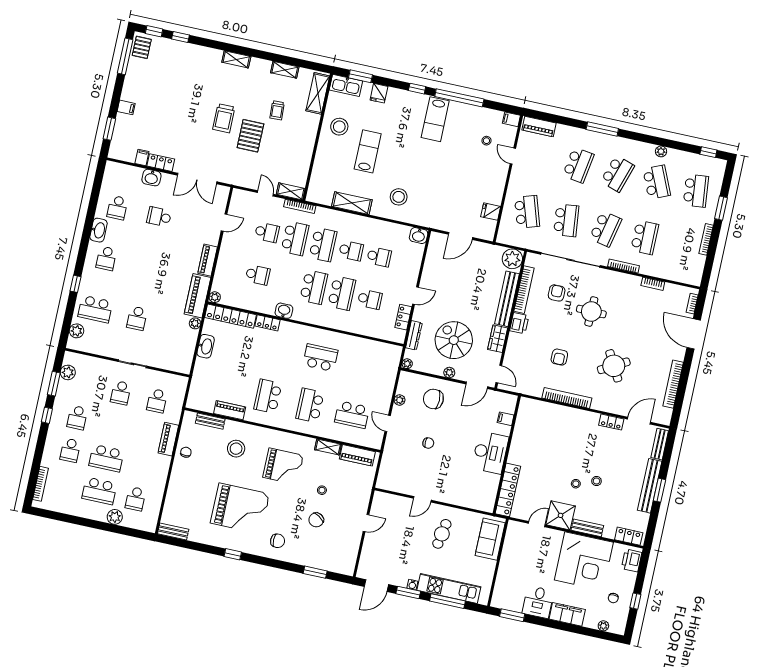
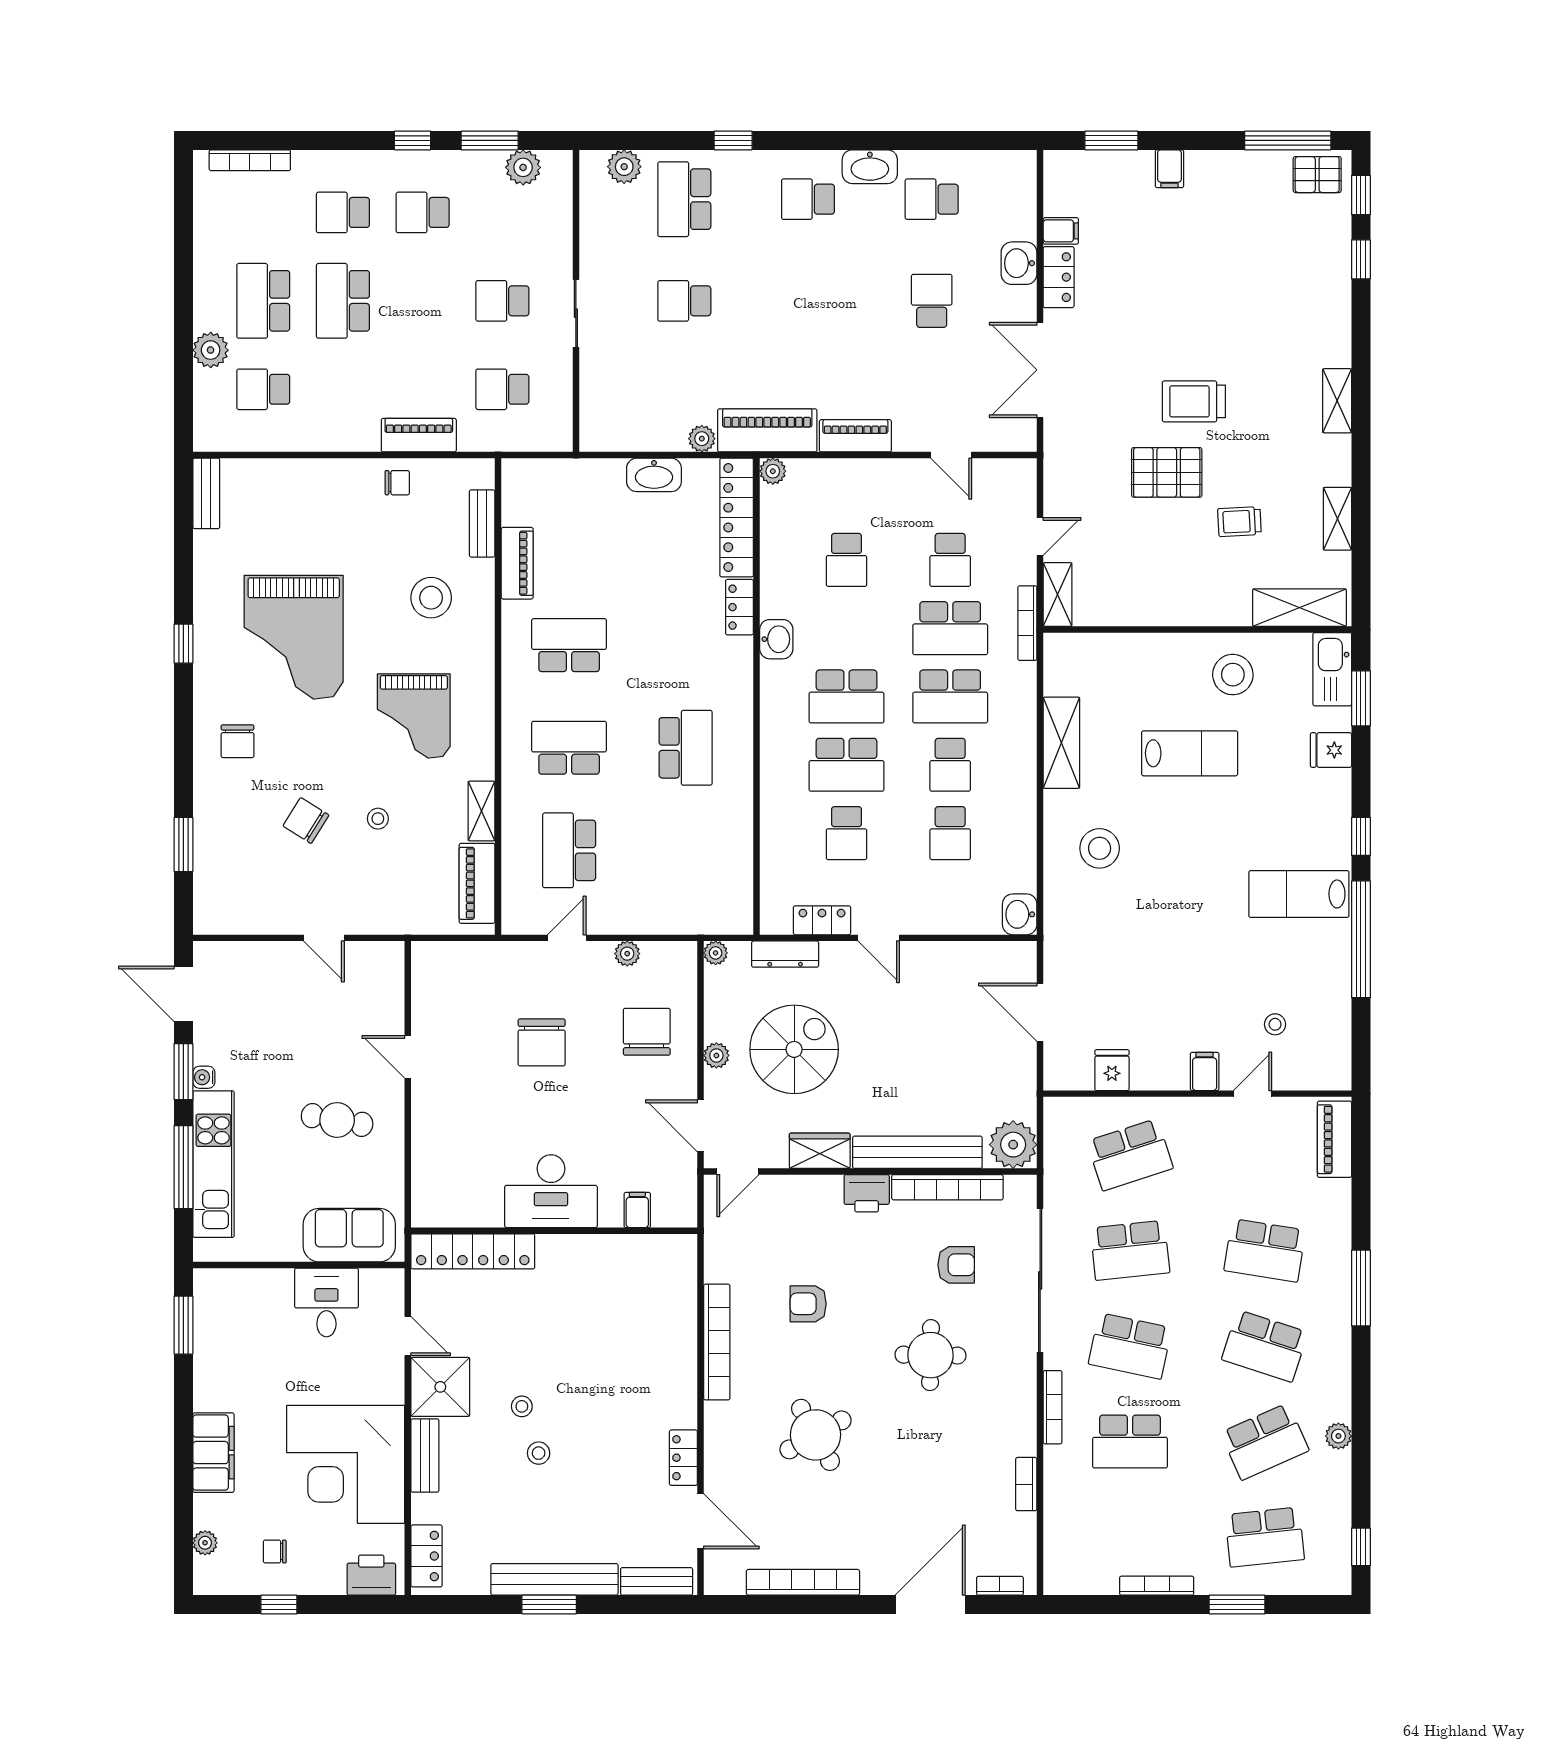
filing cabinet: (511, 119) -> (1205, 1071), moved
chair: (428, 443) -> (542, 1042), width x1.87, depth x1.87
desk: (538, 602) -> (326, 1302), moved, turned 90

